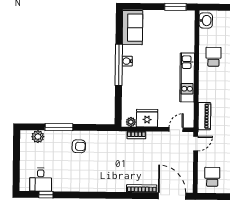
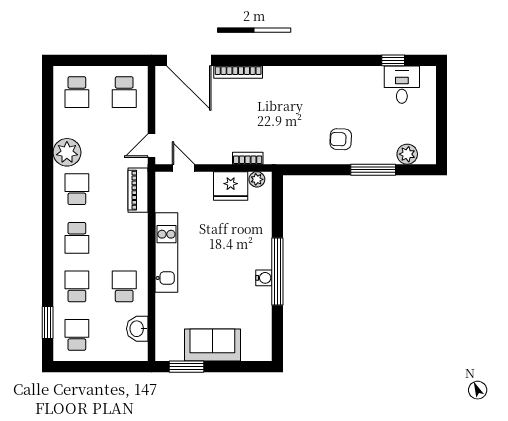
washbasin: (206, 21) -> (137, 329), moved
sofa: (132, 28) -> (212, 345), moved, turned 90
school desk: (213, 57) -> (124, 286), turned 180
door: (176, 130) -> (183, 168), swing flipped

